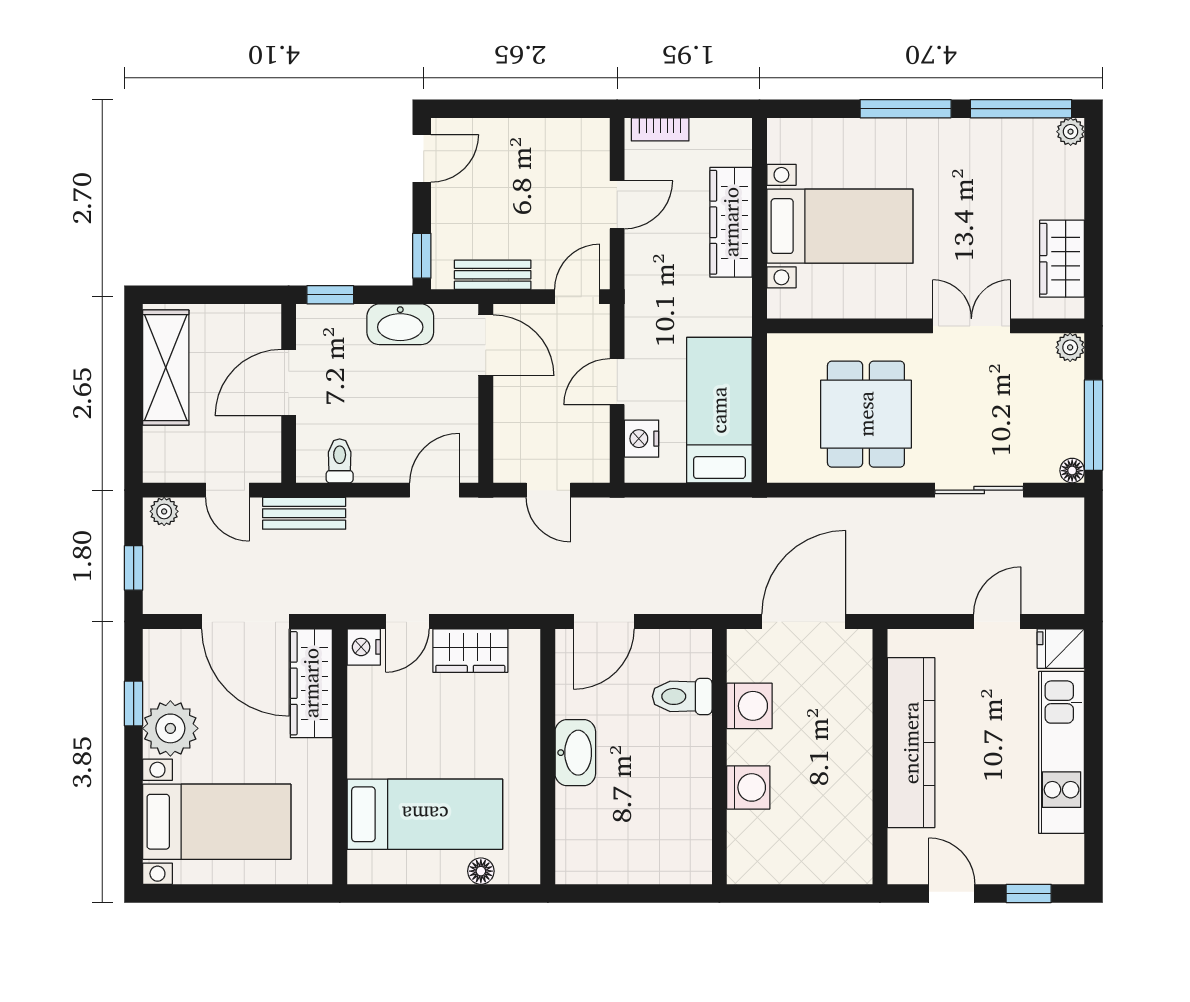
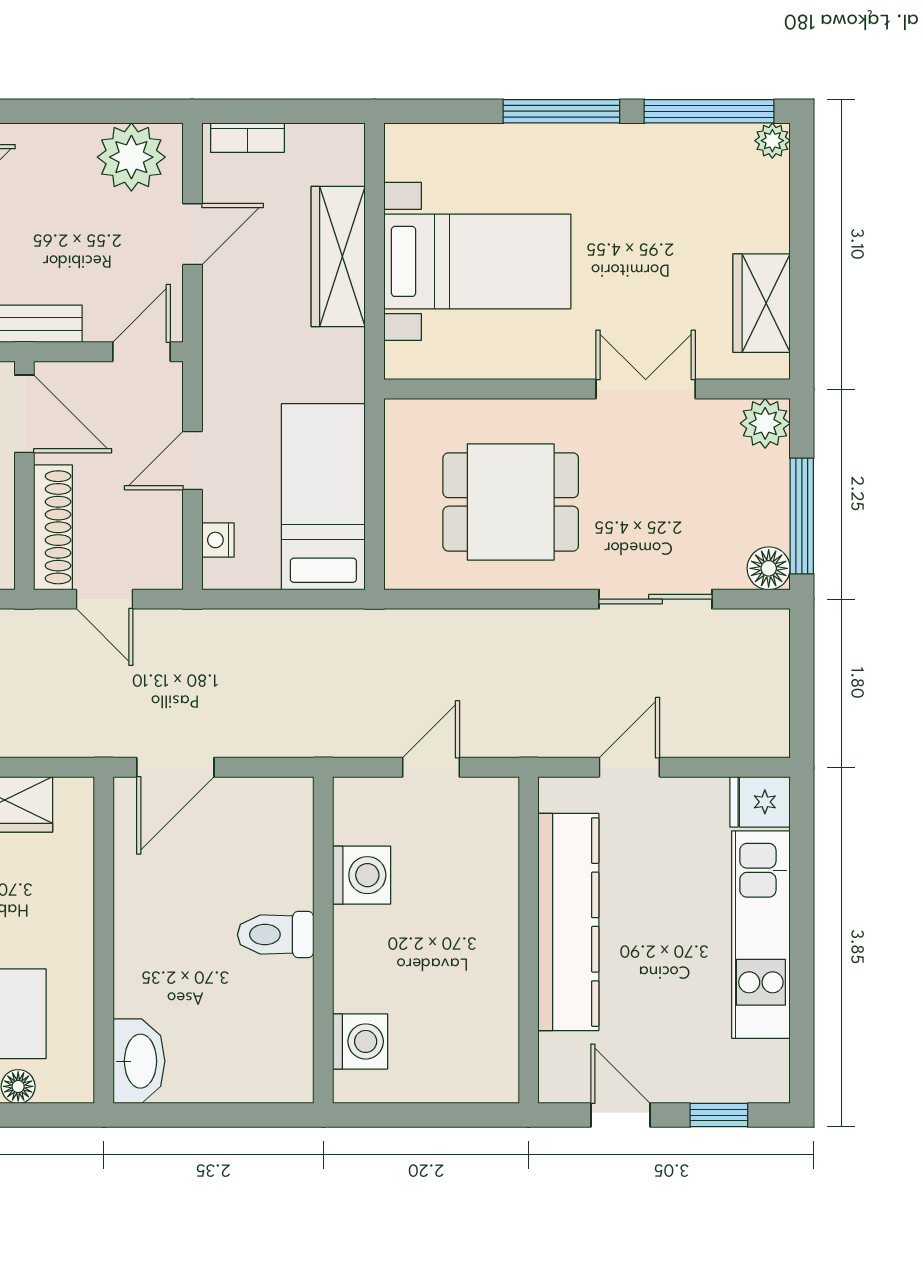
plant: (569, 144) -> (131, 157), added
plant: (1070, 347) -> (765, 423), width x1.38, depth x1.38
dining table: (866, 414) -> (511, 502), turned 90
shoe rack: (508, 434) -> (53, 527), added
nightstand: (642, 439) -> (218, 540), width x0.72, depth x0.74
floor lamp: (1072, 471) -> (769, 568), width x1.37, depth x1.37
door: (804, 622) -> (431, 767), width x0.53
door: (997, 622) -> (629, 767), moved
toilet: (682, 696) -> (276, 935), moved
washbasin: (575, 753) -> (139, 1061), moved
washing machine: (748, 787) -> (360, 1041), moved

